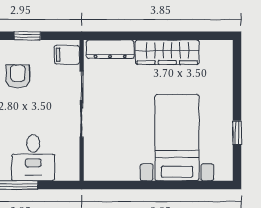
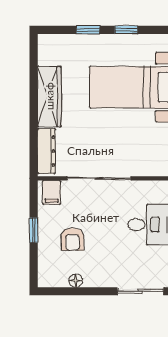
armchair: (18, 77) -> (73, 239), turned -90
window: (237, 93) -> (88, 30), added

